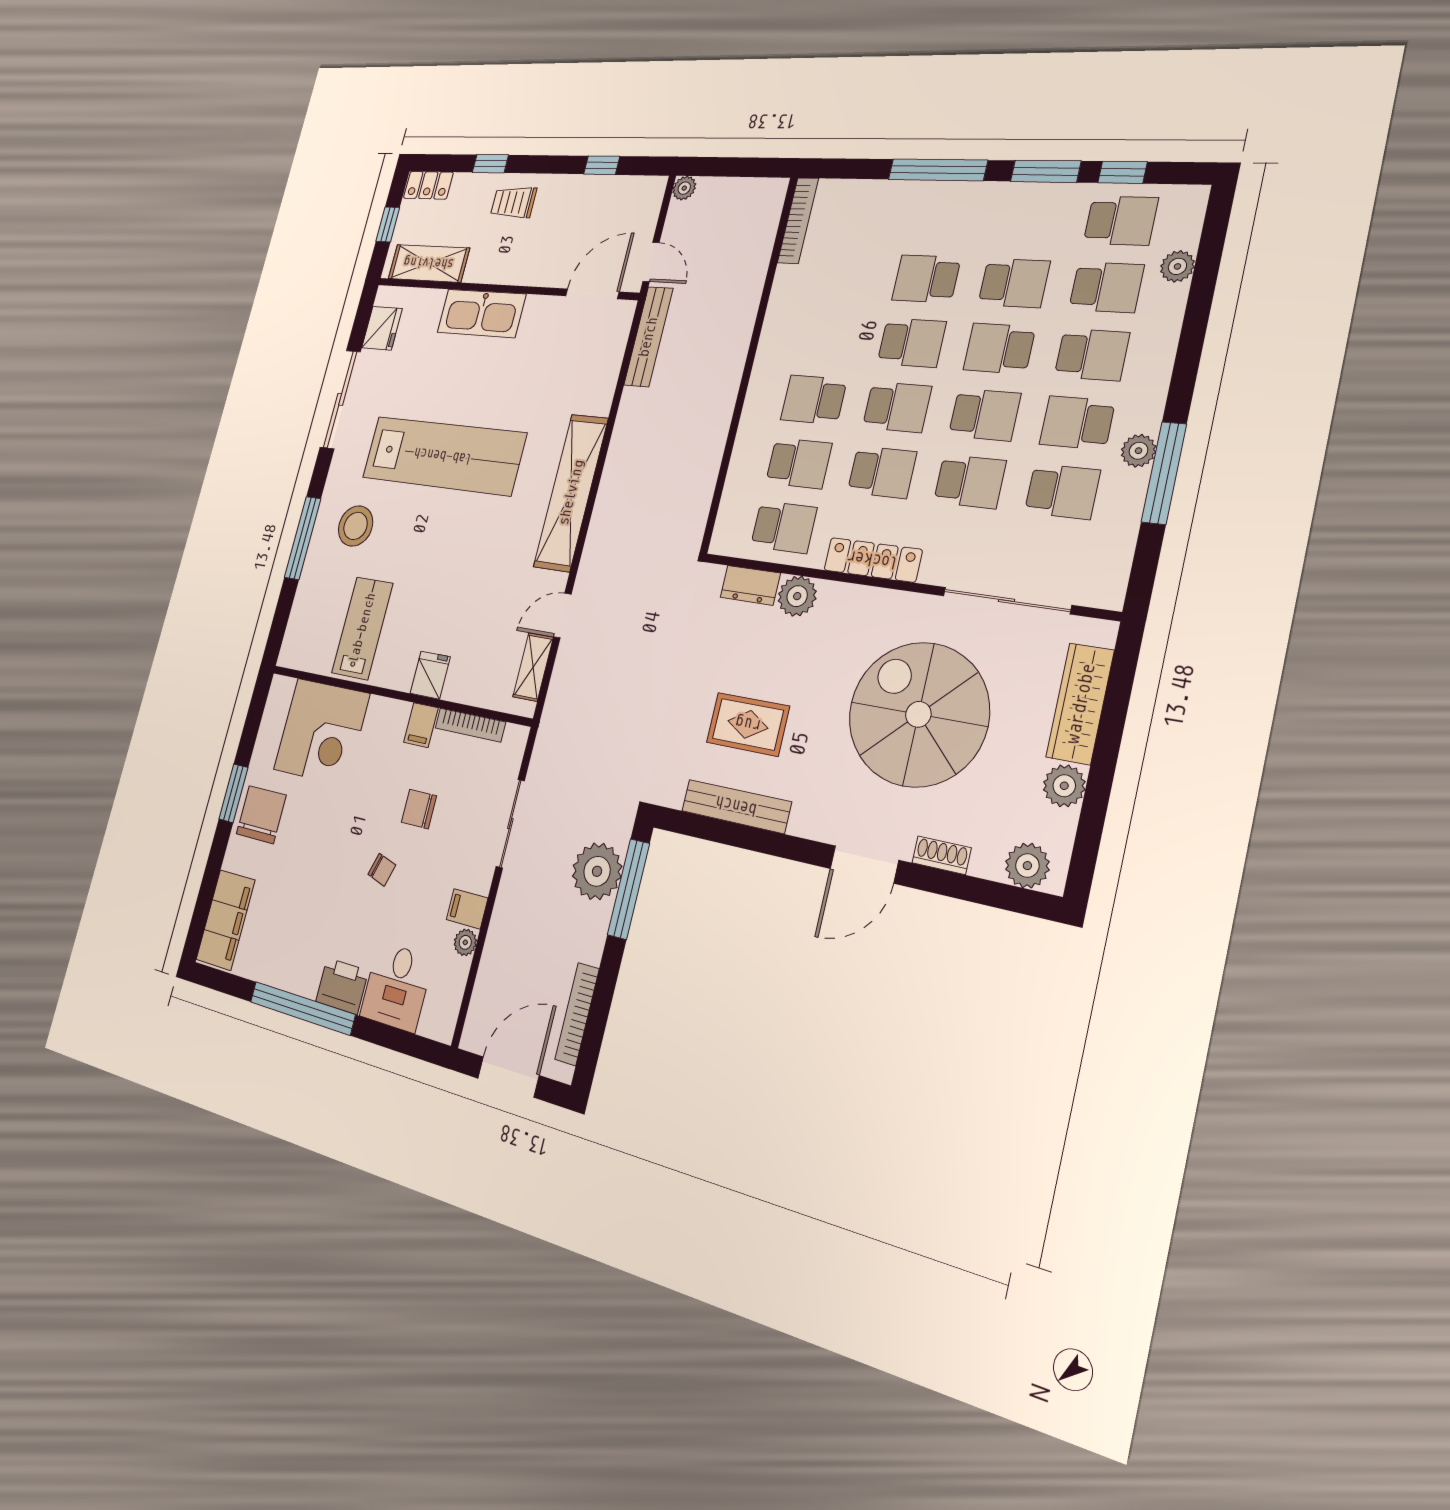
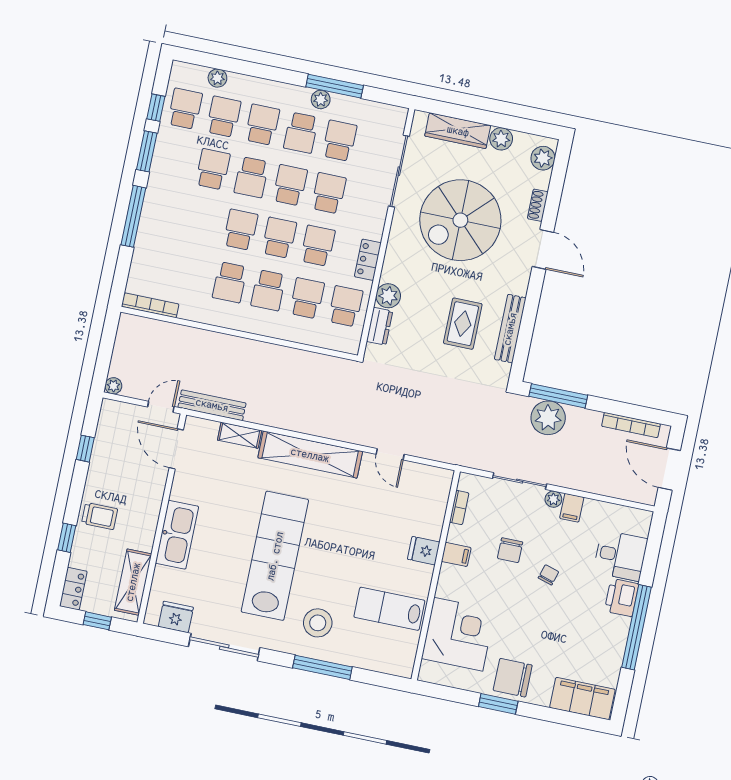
trolley: (513, 202) -> (100, 516), turned -90
school desk: (926, 279) -> (230, 282), moved
locker: (873, 560) -> (368, 260), width x0.66
shelving: (533, 667) -> (240, 435), moved
bookcase: (470, 725) -> (459, 508), width x0.64
plant: (465, 942) -> (553, 499), moved

